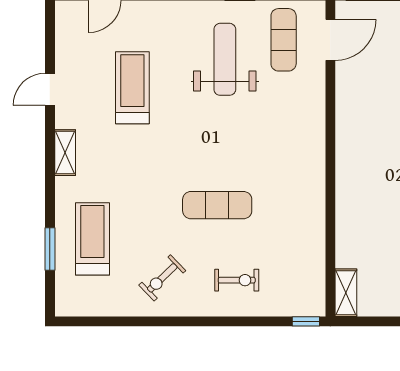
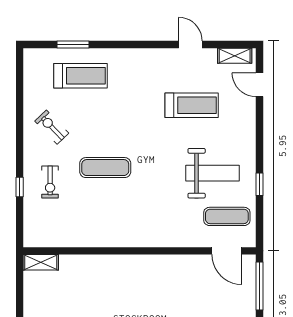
shelving: (65, 153) -> (235, 56), moved
exercise mat: (217, 205) -> (105, 168), turned 90
window: (306, 321) -> (20, 187), moved

